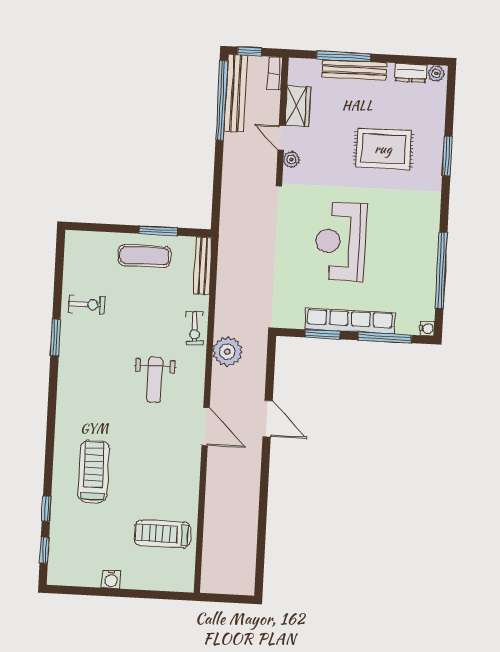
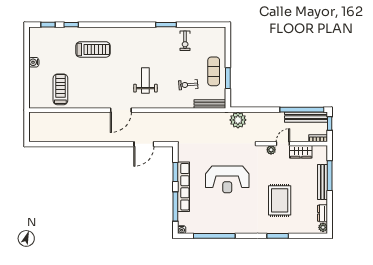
reception desk: (341, 242) -> (227, 179), turned 180
exercise bike: (195, 328) -> (188, 85), moved
plant: (227, 352) -> (238, 120), moved
weight bench: (154, 380) -> (145, 80), turned 90
door: (268, 419) -> (144, 144), moved

